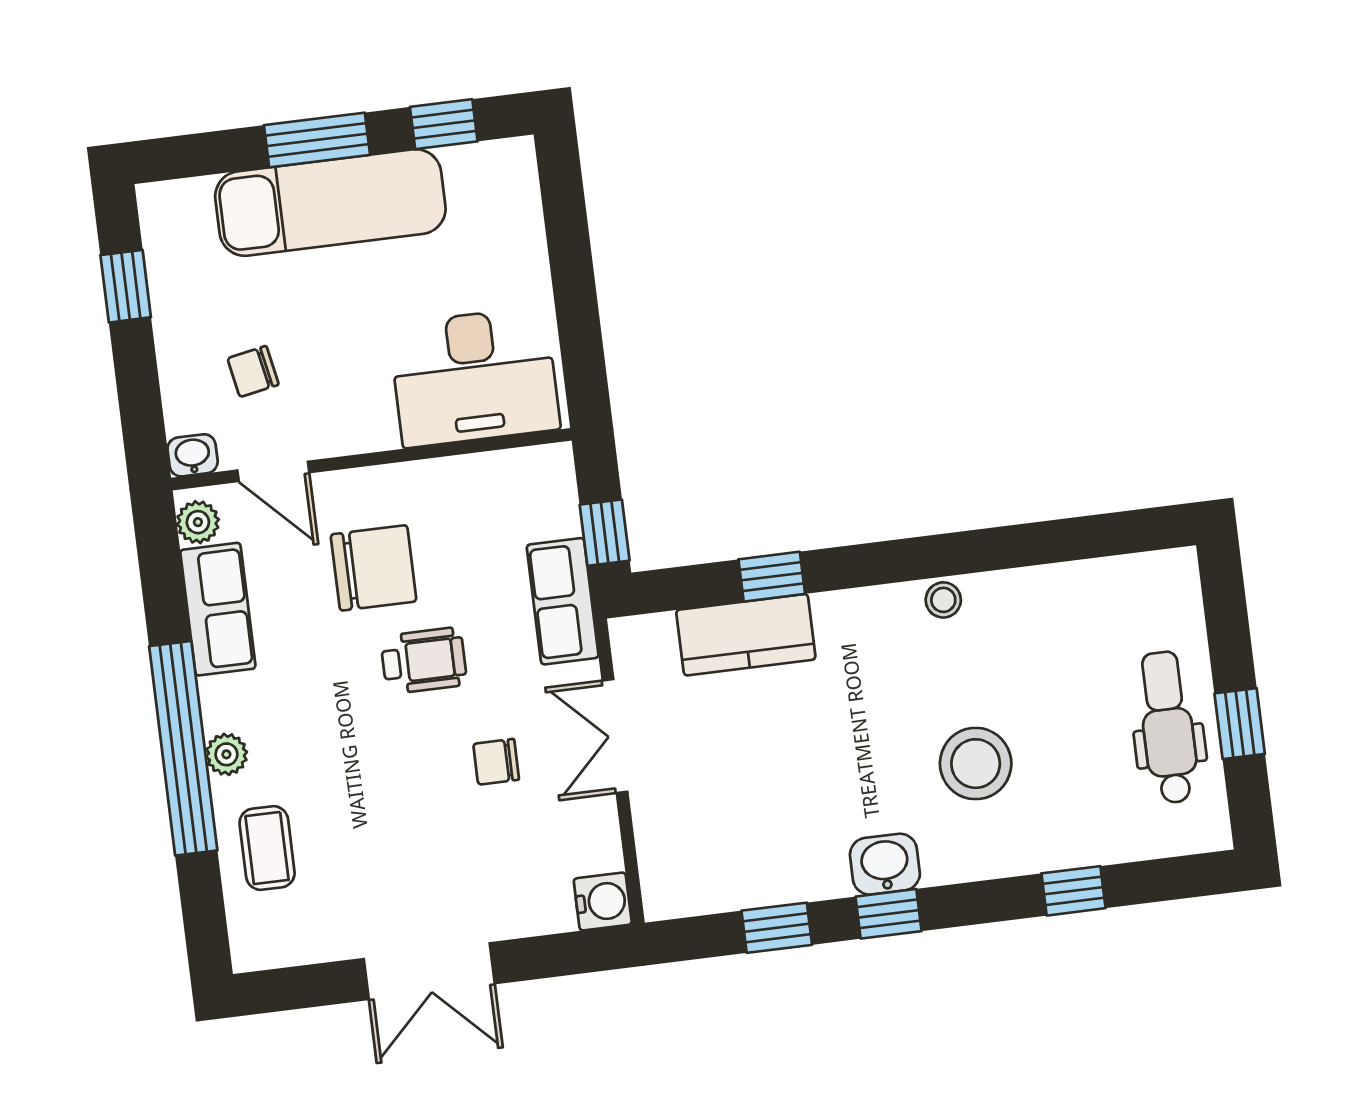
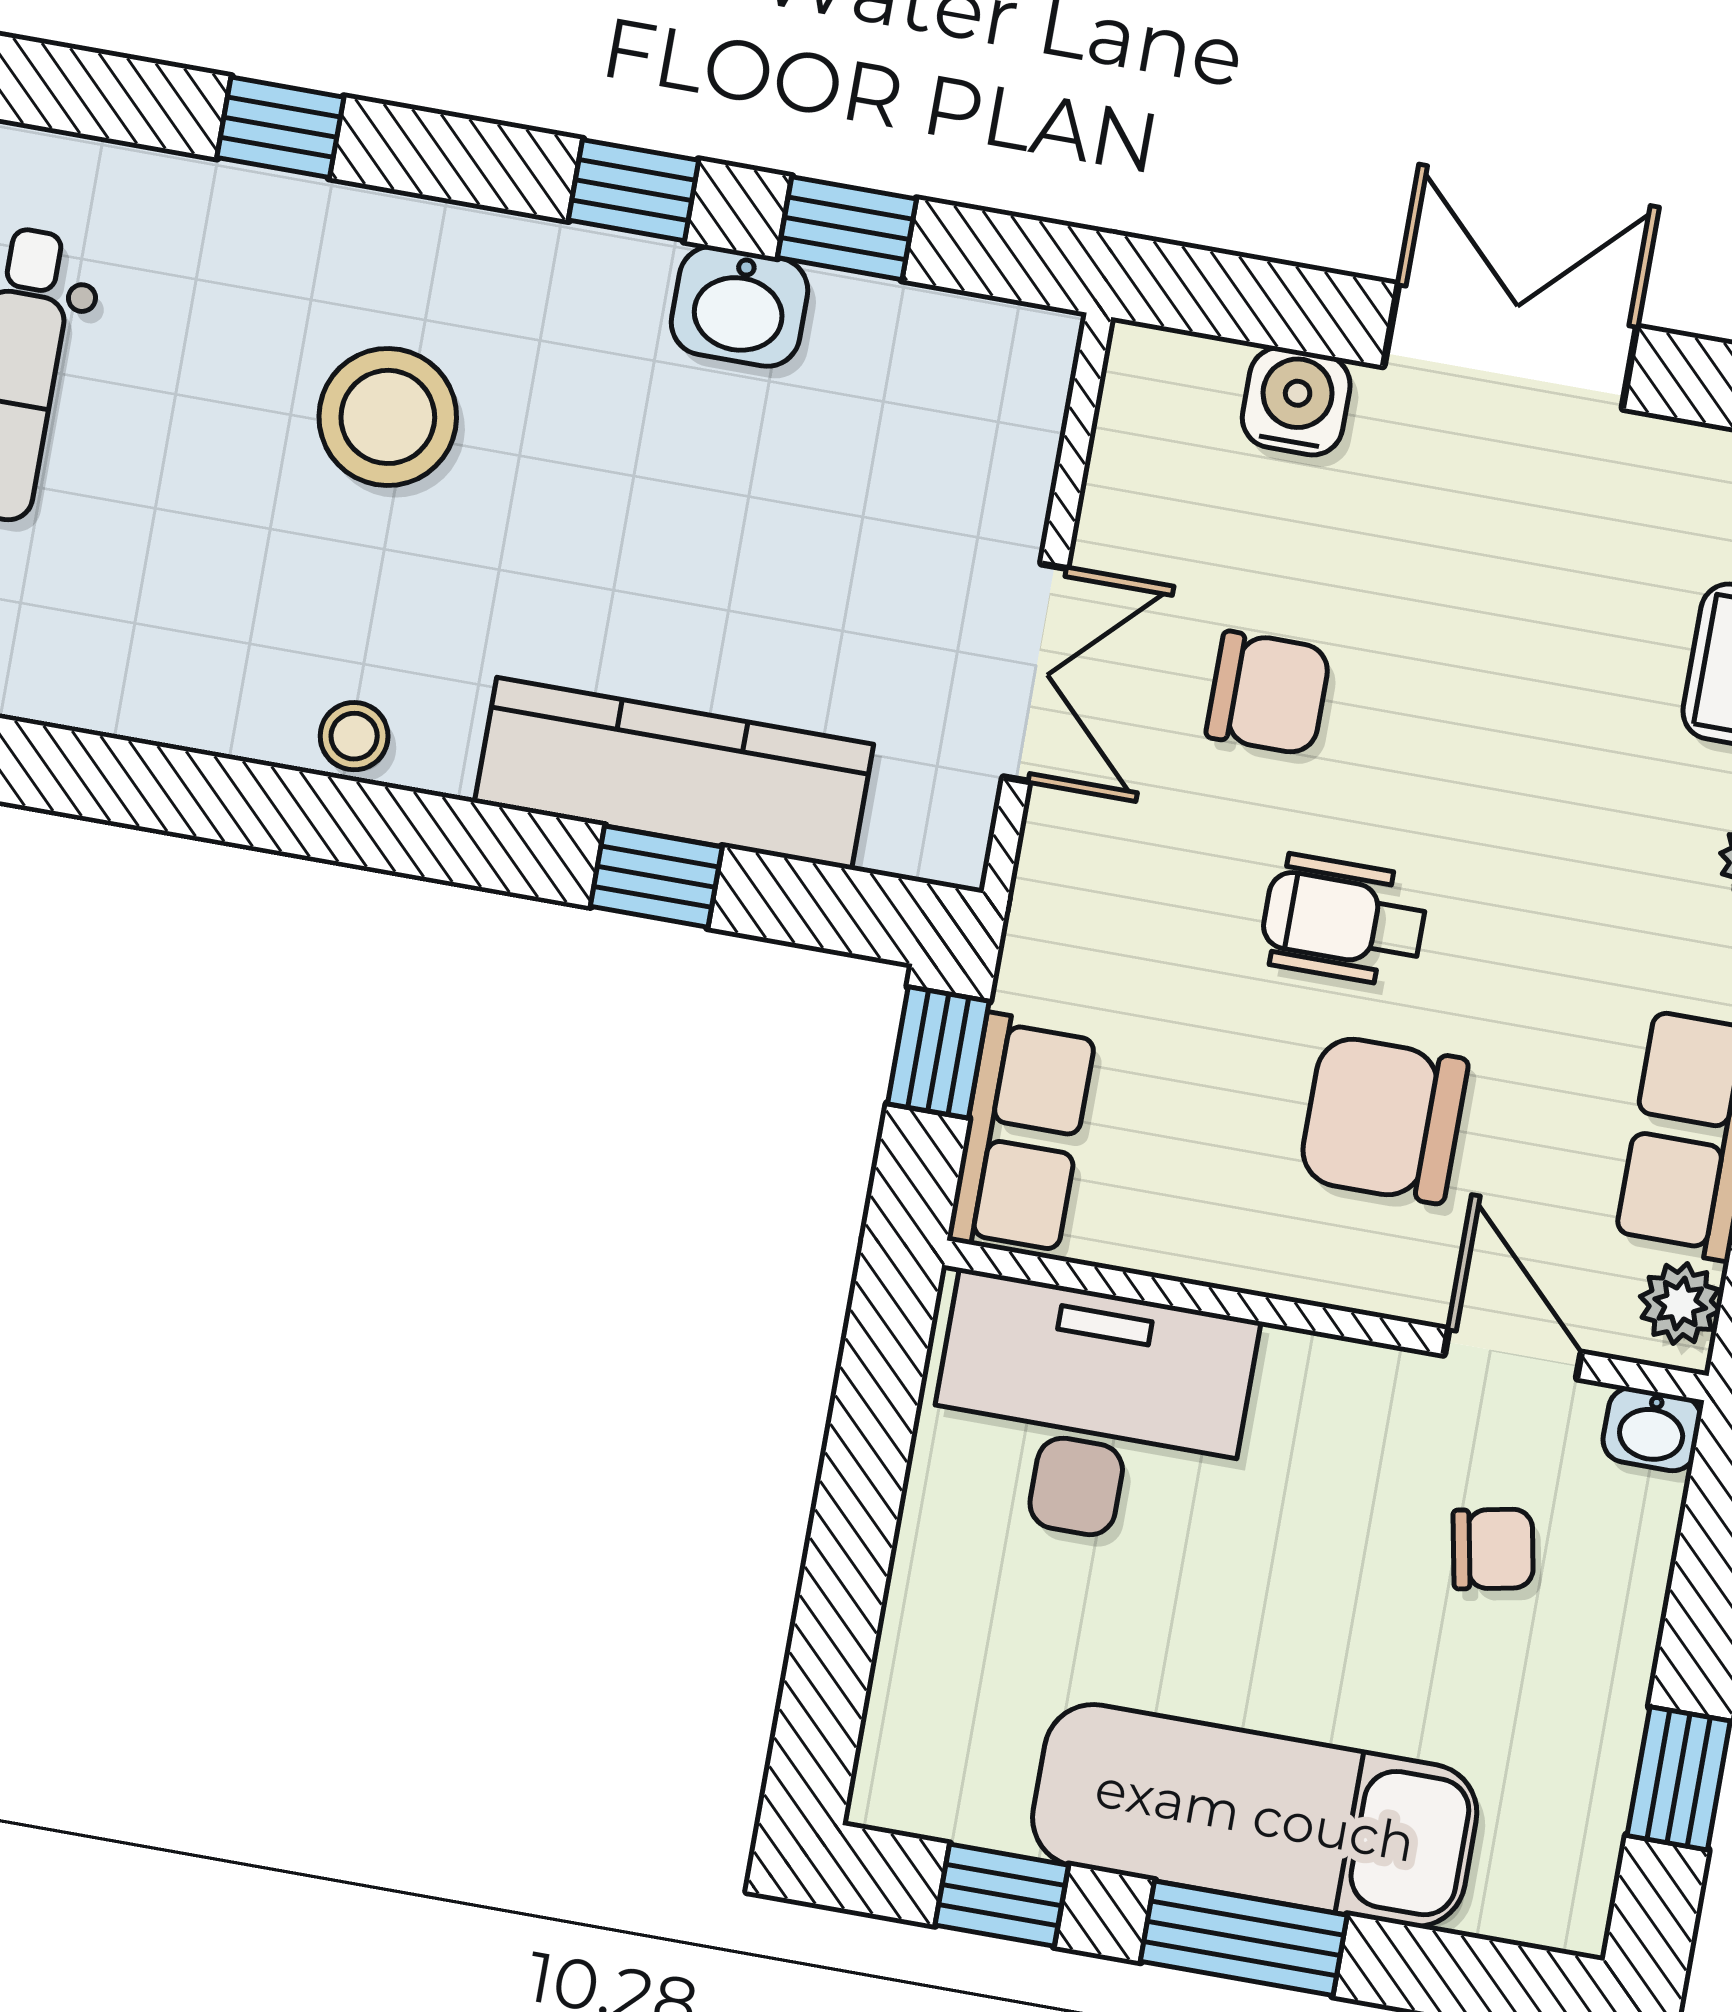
row of seats: (563, 601) -> (1022, 1136), moved
kitchen counter: (746, 635) -> (674, 773), width x1.50
chair: (496, 762) -> (1268, 693), width x1.37, depth x1.37
washbasin: (885, 864) -> (739, 306), moved
water cooler: (603, 902) -> (1296, 401), moved, turned 90

